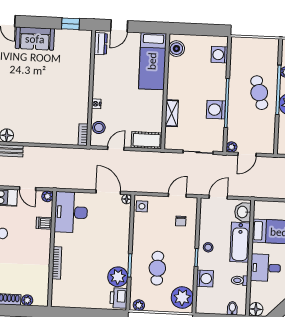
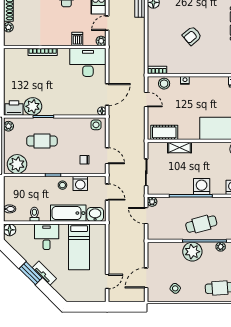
armchair: (46, 94) -> (192, 36), added
washing machine: (216, 110) -> (202, 186), moved
cot: (147, 140) -> (164, 132), moved, turned 90
washing machine: (205, 278) -> (80, 183), moved

